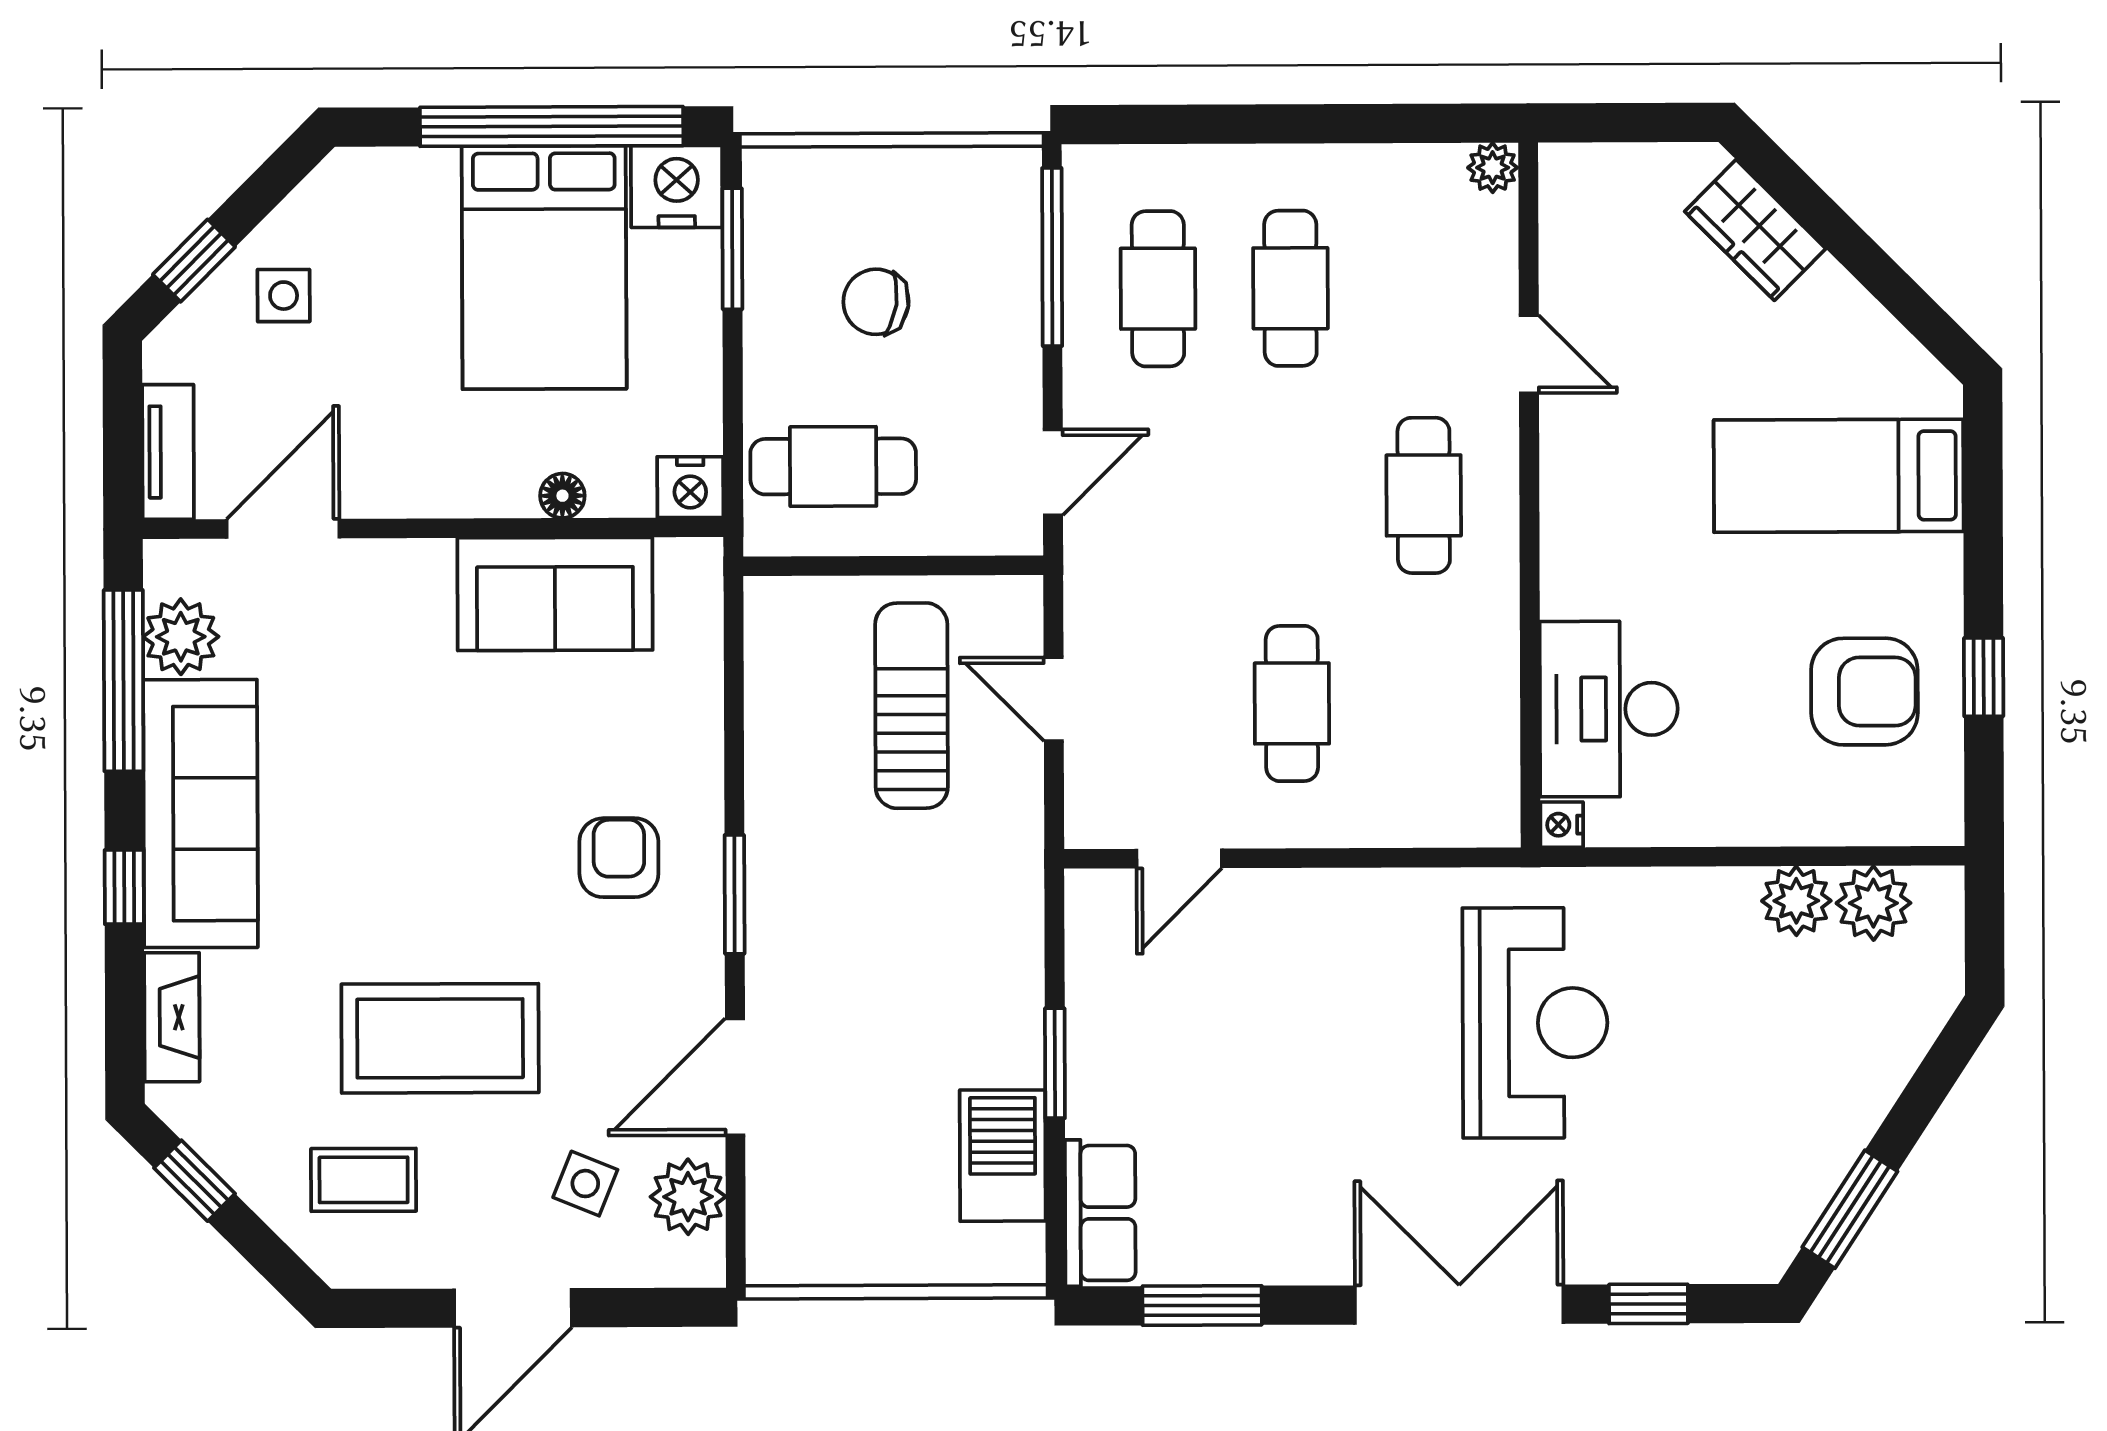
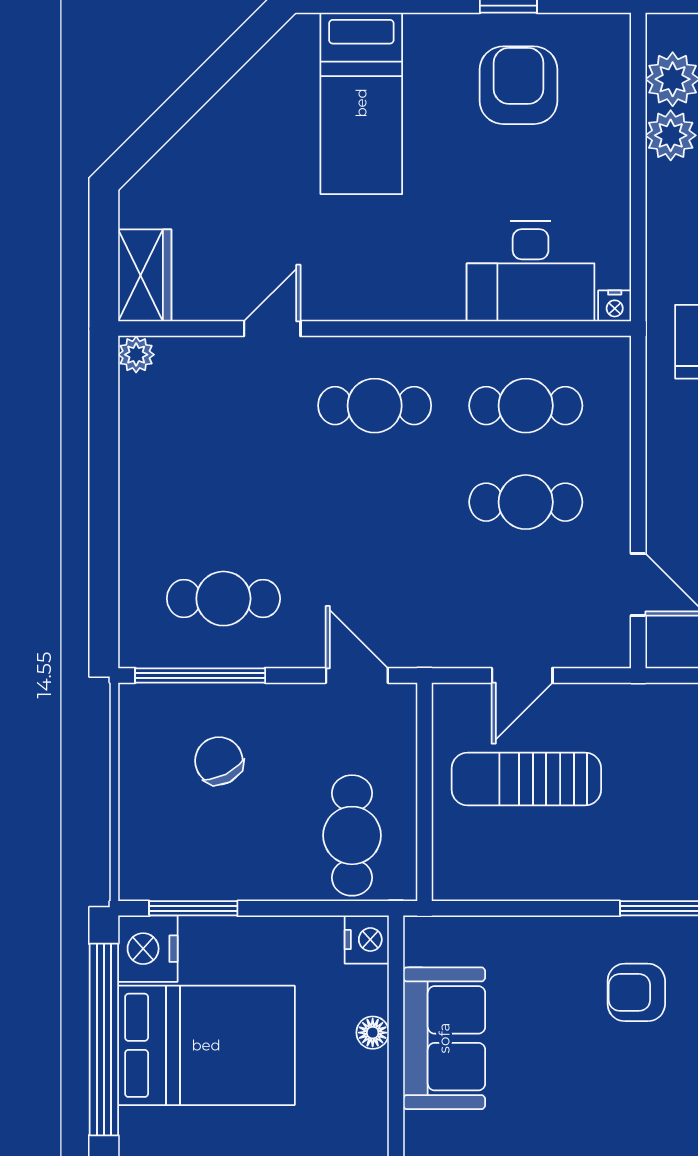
wardrobe: (1755, 230) -> (145, 275), moved, turned -45
cafe table: (1290, 288) -> (526, 406), moved
chair: (876, 302) -> (219, 761), moved, turned 145

